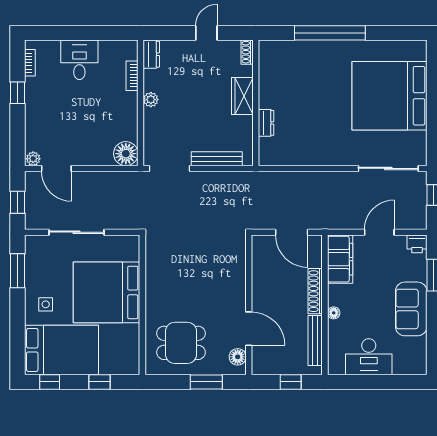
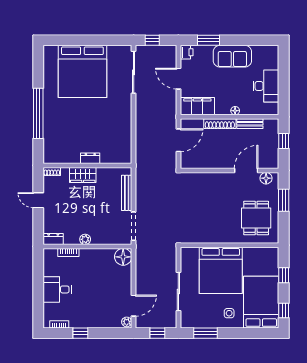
dresser: (266, 123) -> (90, 158), moved
bench: (315, 341) -> (250, 124), width x0.73

